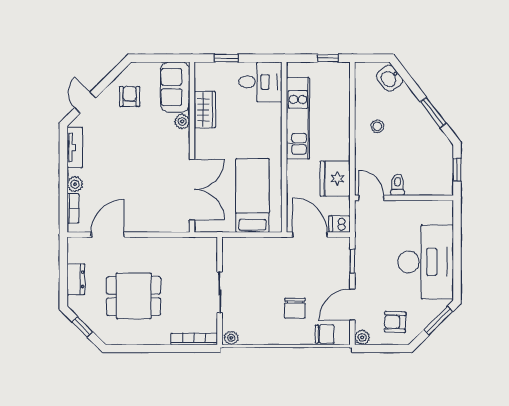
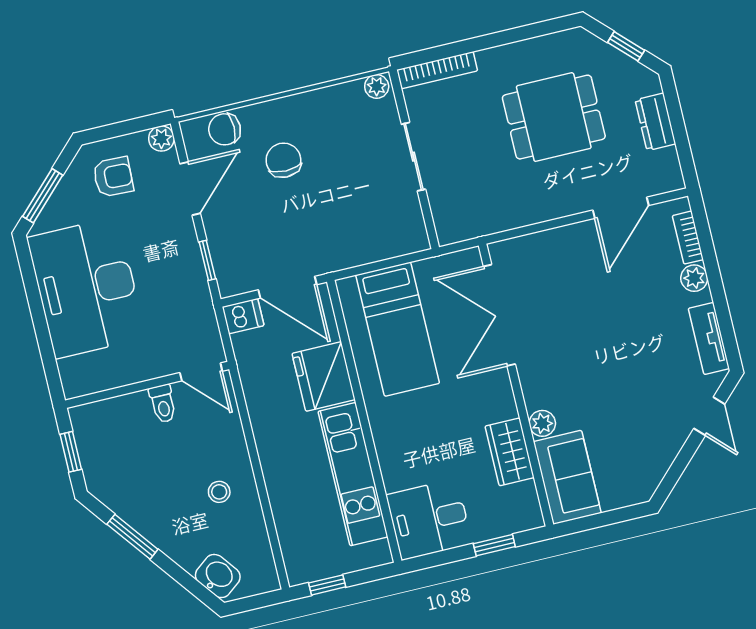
armchair: (130, 96) -> (639, 444), removed
fridge: (335, 179) -> (324, 377), moved, turned 180

